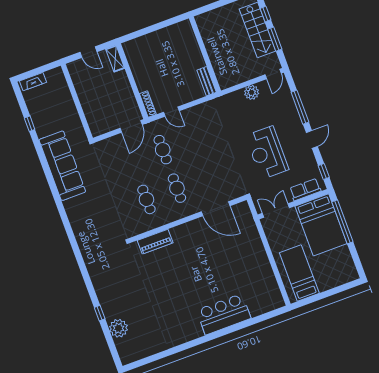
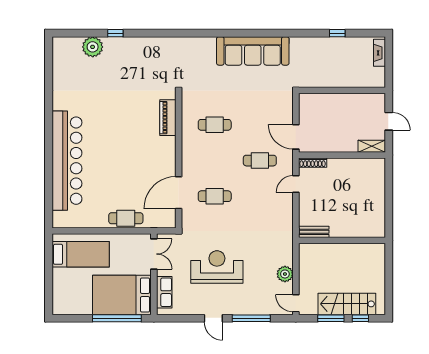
door: (88, 52) -> (389, 121), swing flipped
sofa: (62, 166) -> (253, 51), moved
window: (324, 172) -> (176, 318), removed
cafe table: (177, 188) -> (215, 196), moved
cafe table: (254, 246) -> (126, 218), added
bar counter: (224, 314) -> (67, 161), width x1.86

